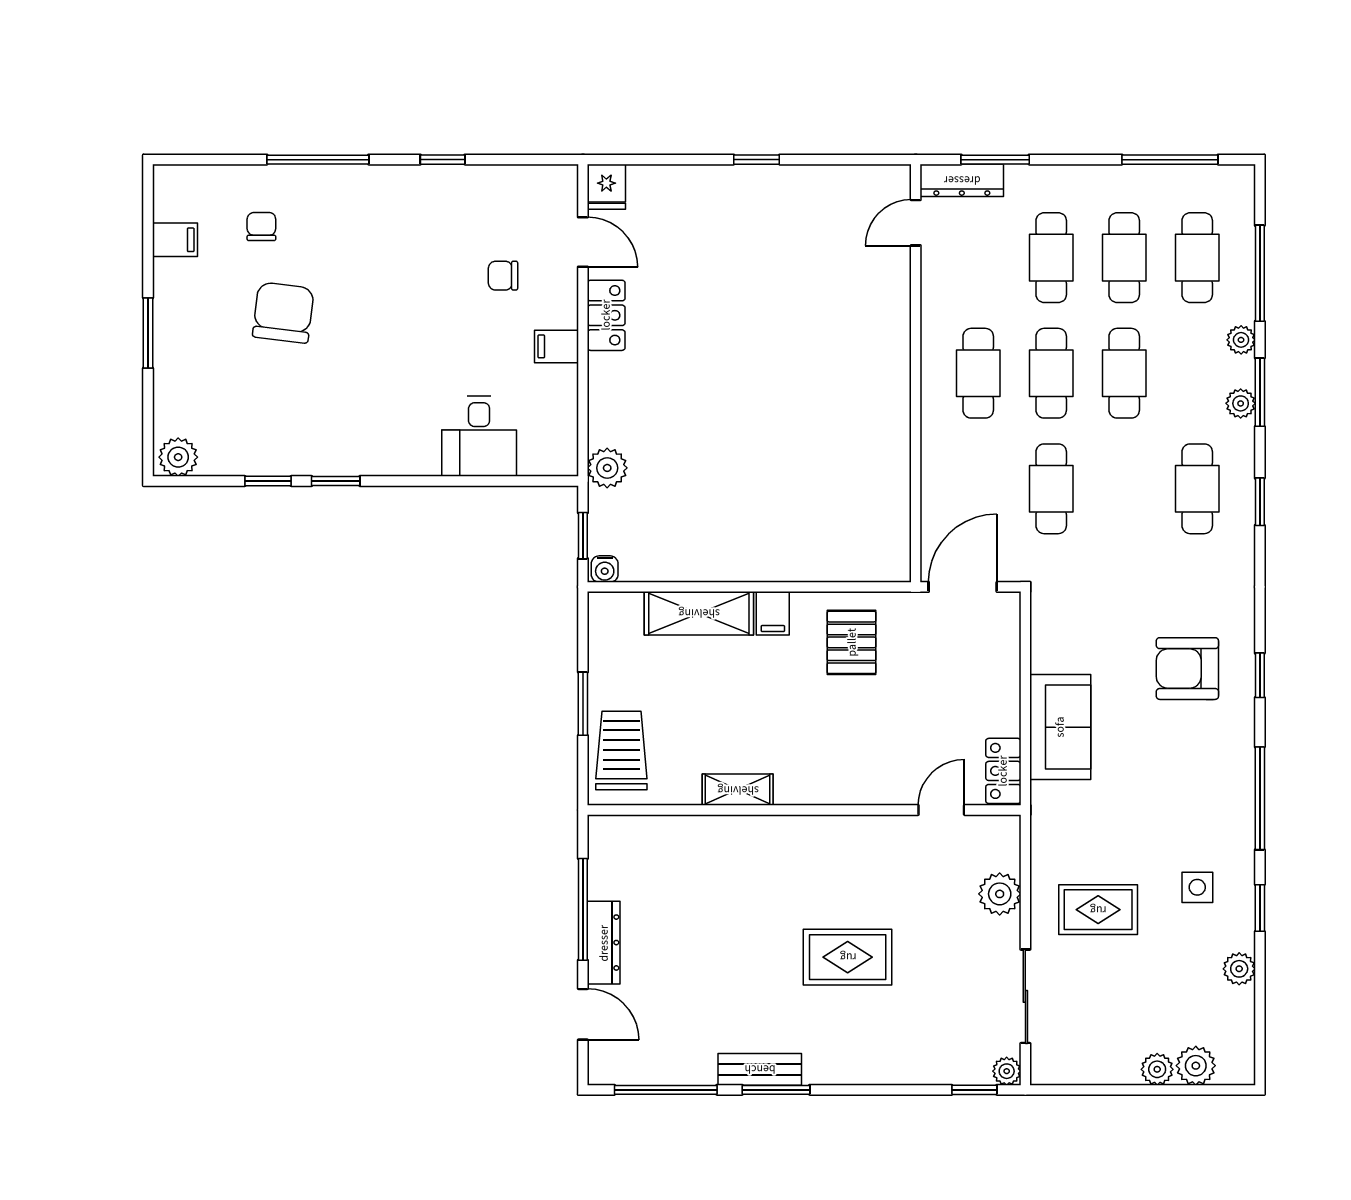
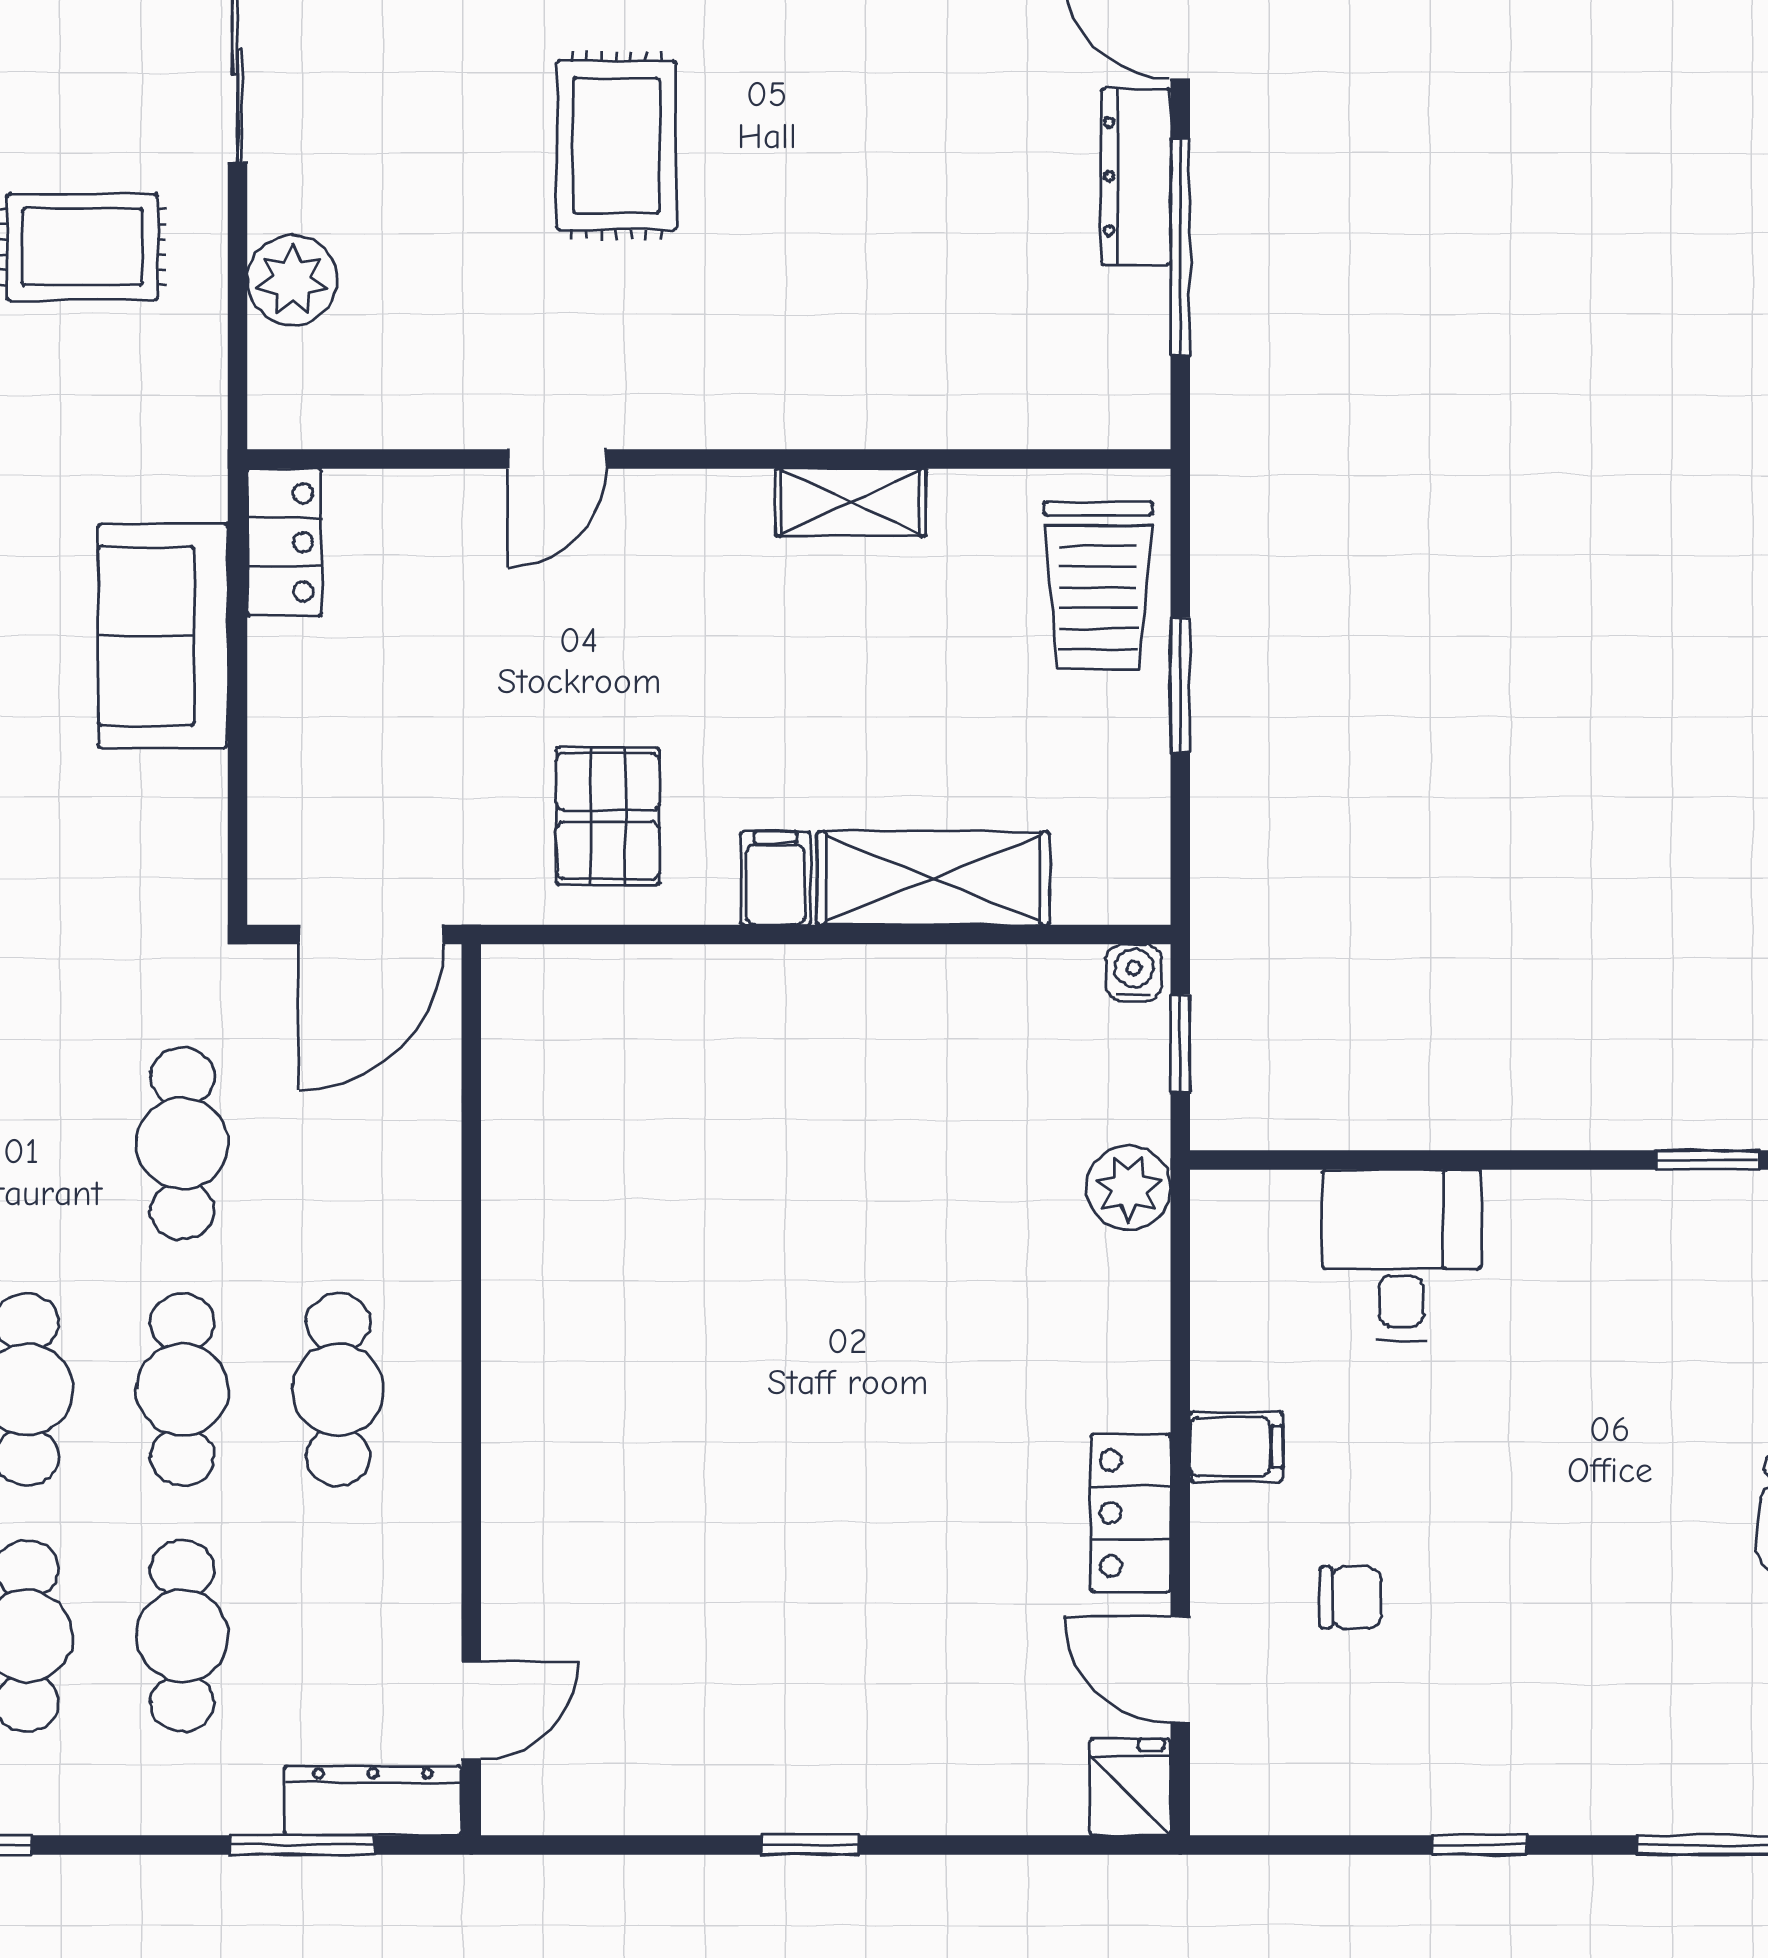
door: (941, 810) -> (557, 459), moved
rug: (848, 957) -> (616, 145), turned 90

